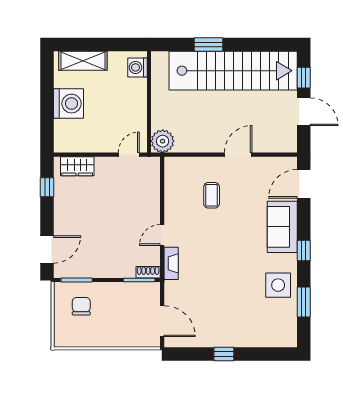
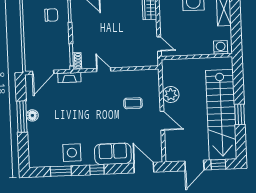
window: (208, 44) -> (240, 114), moved
plant: (163, 141) -> (171, 94), moved
fireplace: (171, 263) -> (69, 77), moved
floor lamp: (223, 339) -> (32, 115), added
window: (224, 354) -> (22, 117), width x2.17

